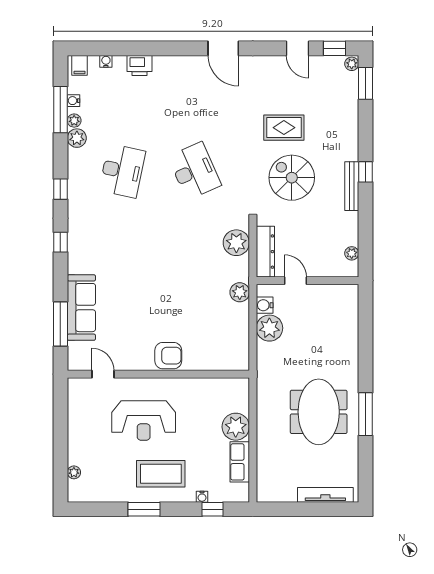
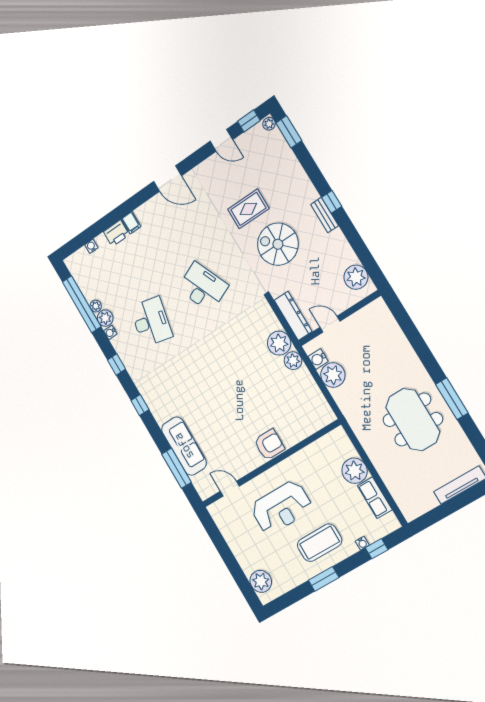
filing cabinet: (80, 65) -> (131, 223), moved
water cooler: (73, 101) -> (110, 332), moved
window: (60, 110) -> (82, 304), width x1.46
bench: (352, 186) -> (325, 215), width x0.73
plant: (236, 243) -> (279, 343), moved
plant: (352, 253) -> (356, 277), width x1.87, depth x1.87
plant: (74, 472) -> (261, 581), width x1.88, depth x1.88

